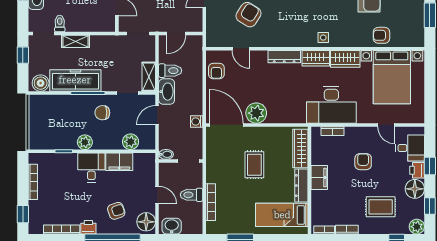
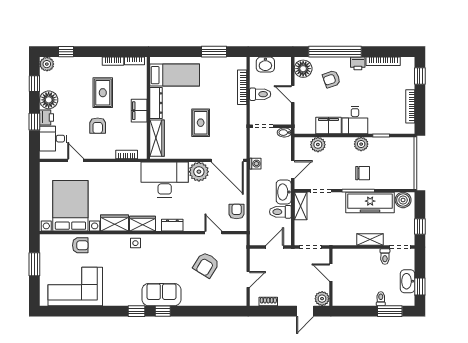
dresser: (284, 57) -> (172, 225), width x0.70
desk: (331, 105) -> (165, 180), moved
chair: (102, 113) -> (363, 173), moved
rug: (381, 207) -> (103, 93), moved, turned 90
washbasin: (172, 226) -> (265, 65), moved

